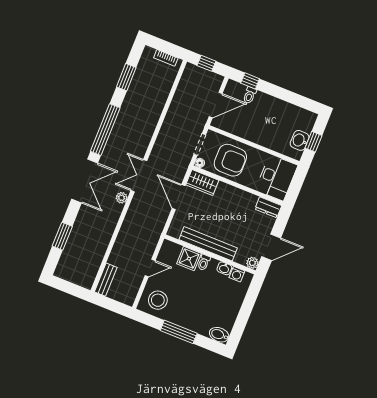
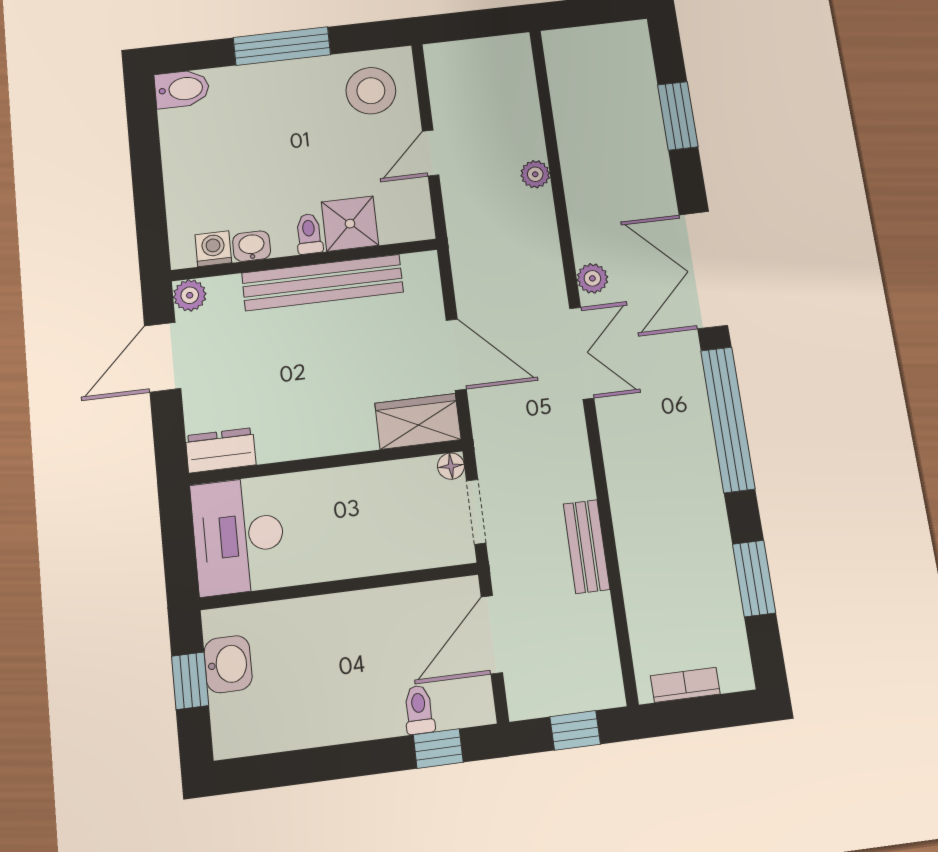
armchair: (230, 160) -> (378, 515), removed
plant: (120, 242) -> (535, 174), added
bench: (106, 280) -> (587, 547), moved

